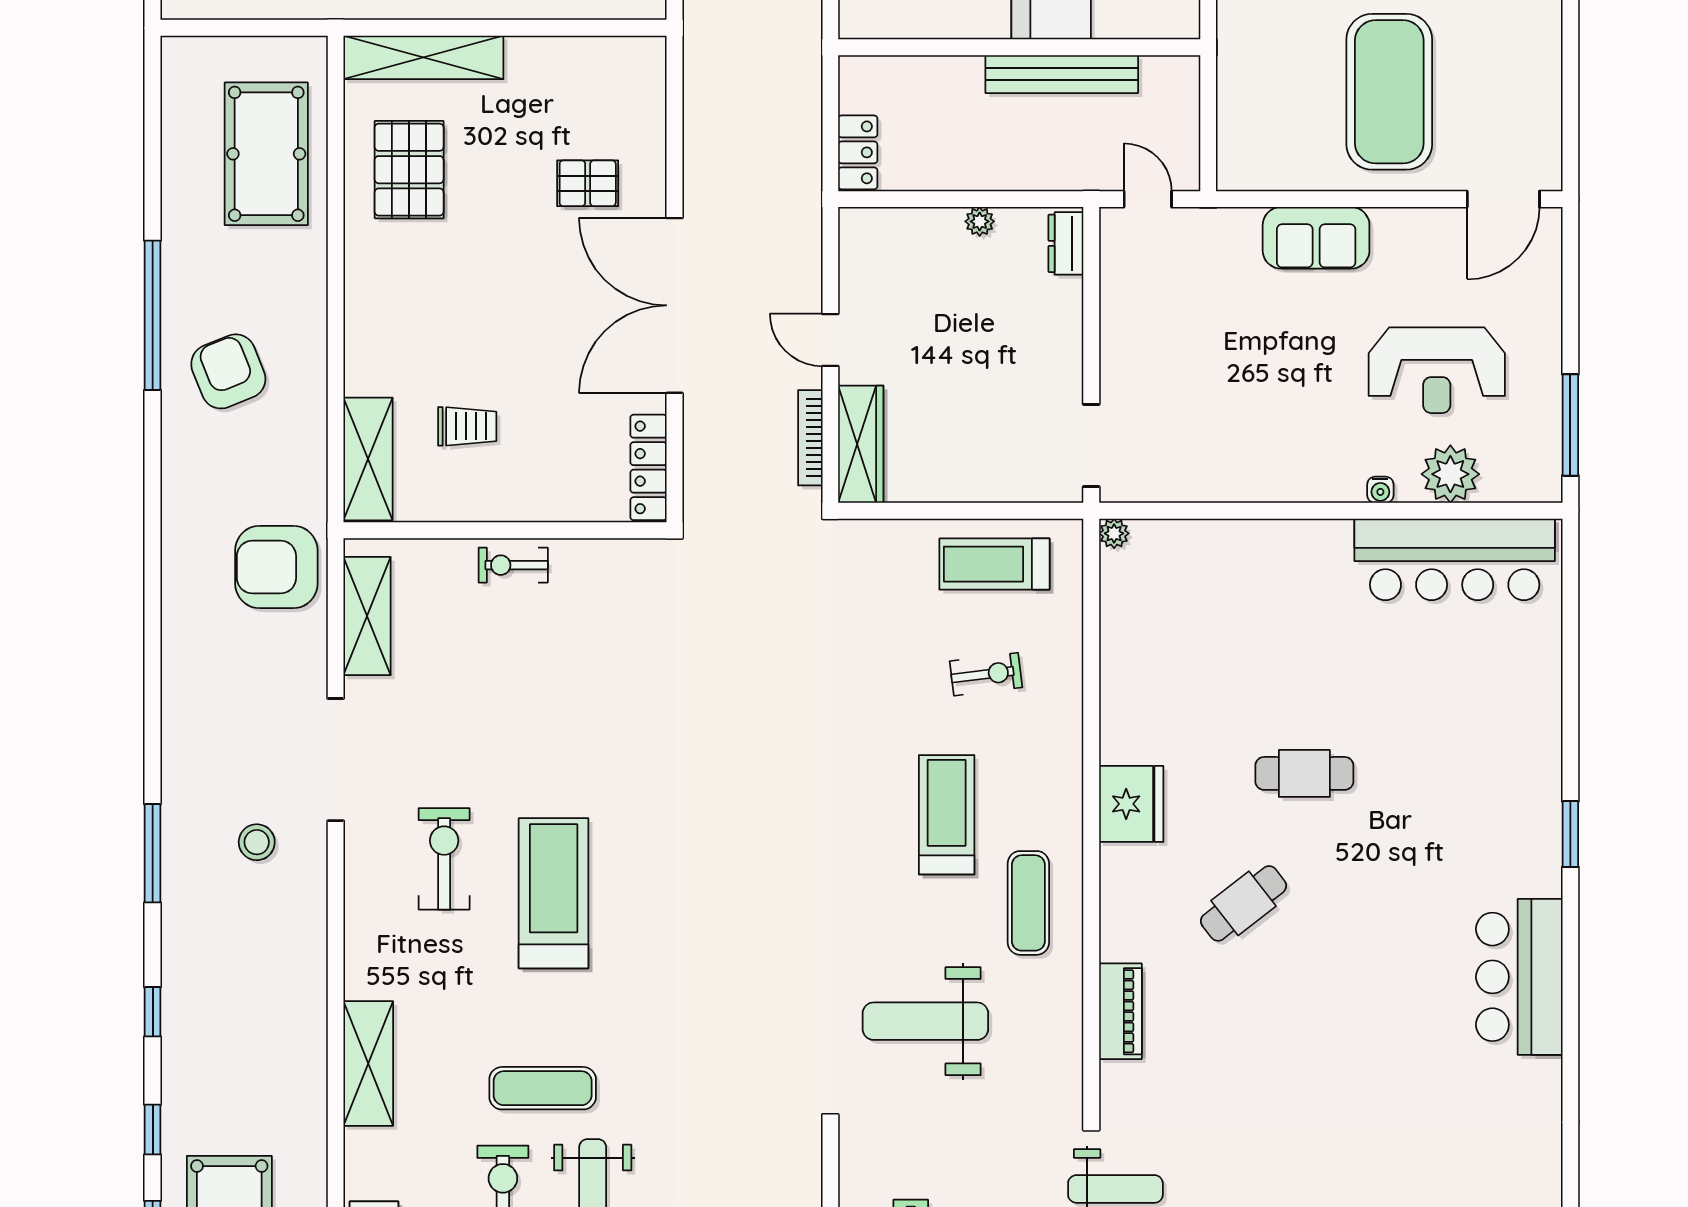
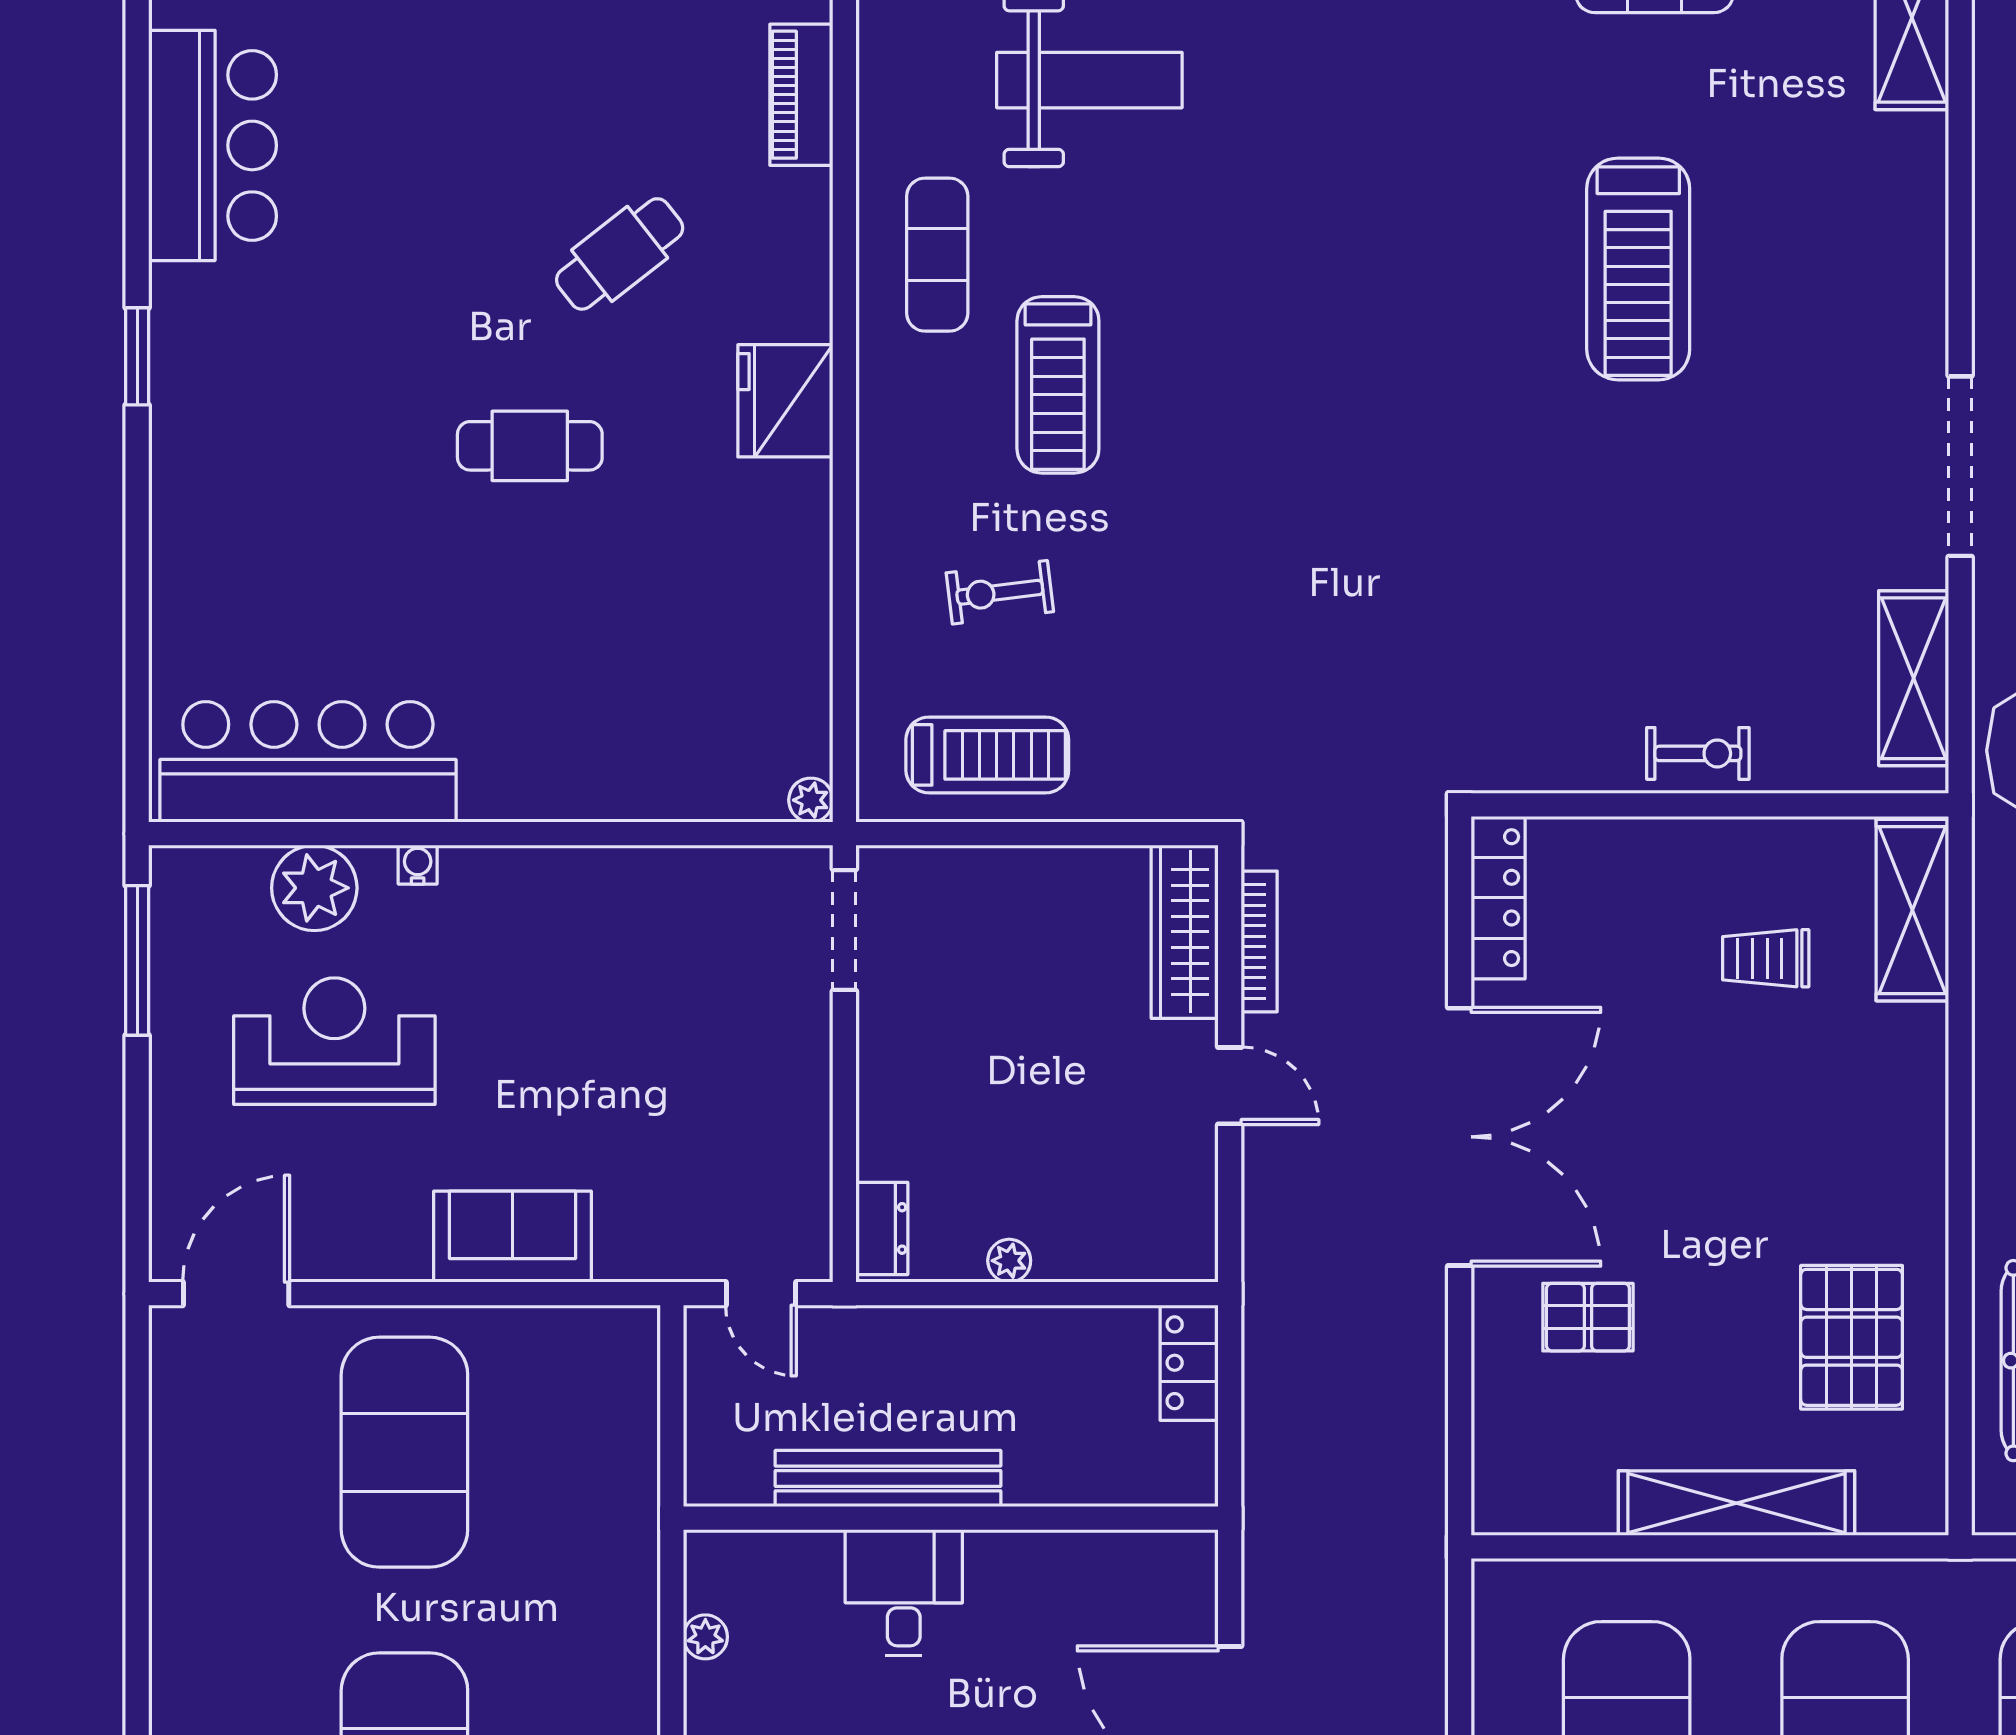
shelving: (423, 57) -> (1736, 1503), moved
exercise bike: (444, 859) -> (1800, 320), removed

